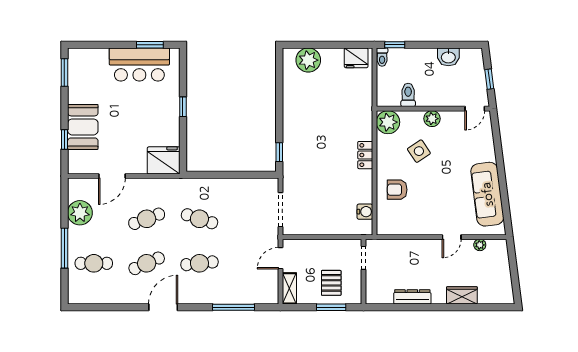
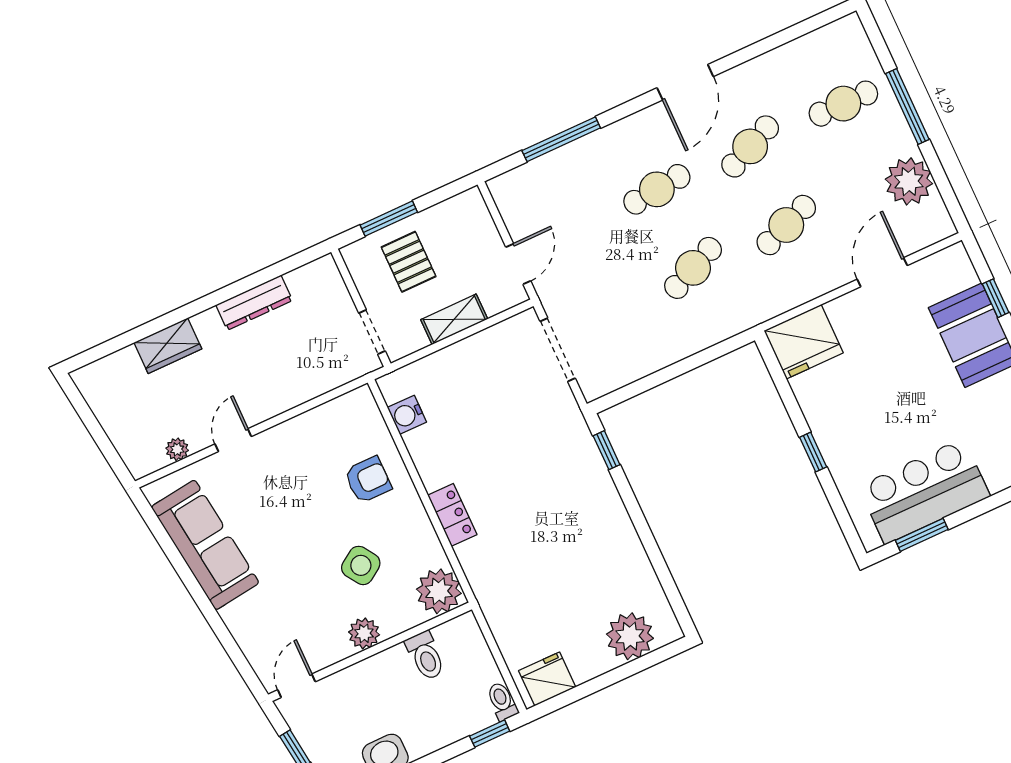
cafe table: (199, 219) -> (693, 268), turned -42
shelving: (289, 288) -> (454, 319), moved, turned 90

